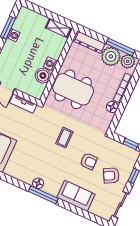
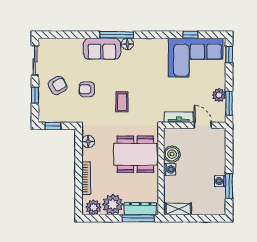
window: (120, 47) -> (138, 218), moved
floor lamp: (112, 107) -> (88, 142), moved
sofa: (76, 196) -> (102, 49), moved

